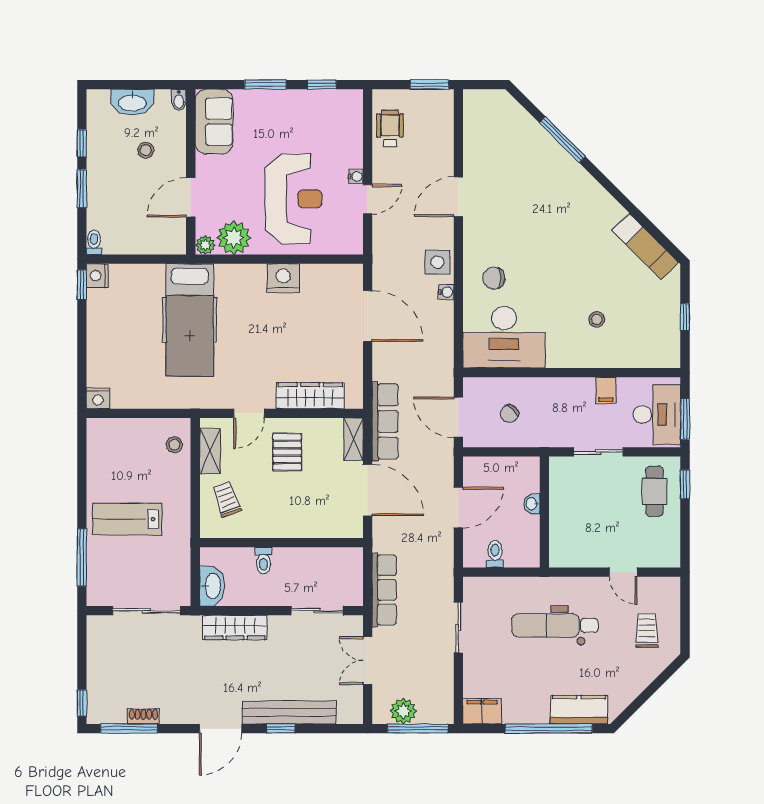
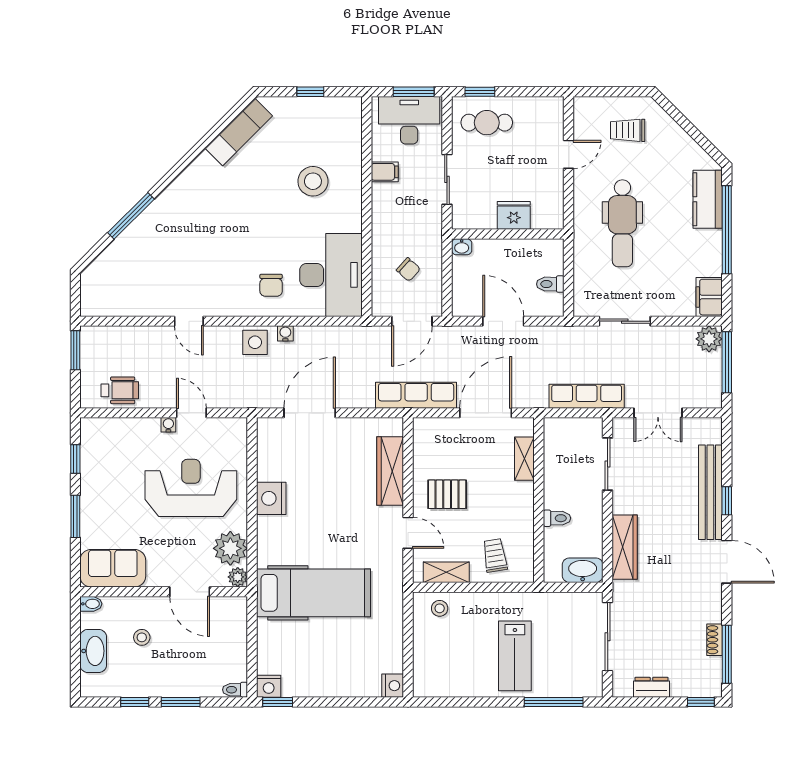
wheelchair: (390, 128) -> (120, 390), turned 180
door: (458, 197) -> (189, 321), width x0.73
stool: (597, 319) -> (313, 181), width x1.89, depth x1.89
shelving: (353, 439) -> (524, 459), moved, turned 90
trolley: (227, 499) -> (495, 555), turned 101
washbasin: (532, 504) -> (462, 247), moved
fridge: (563, 518) -> (514, 215), added
dresser: (96, 654) -> (651, 687), added
plant: (403, 711) -> (709, 339), moved

